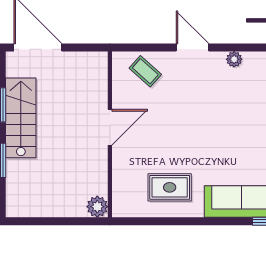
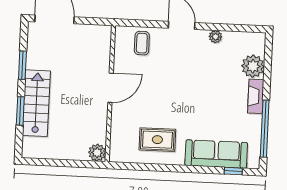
coffee table: (145, 71) -> (142, 43), turned 48
stairs: (21, 118) -> (36, 103), moved

